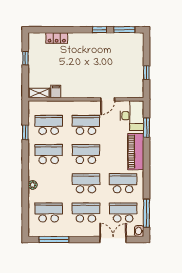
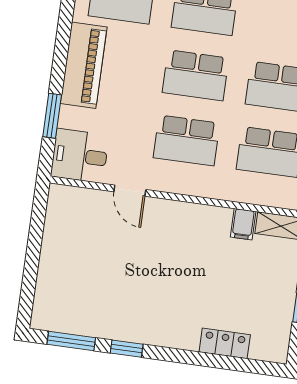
window: (146, 73) -> (35, 238), removed
door: (108, 99) -> (130, 191), swing flipped
desk: (132, 116) -> (80, 156), width x0.73

